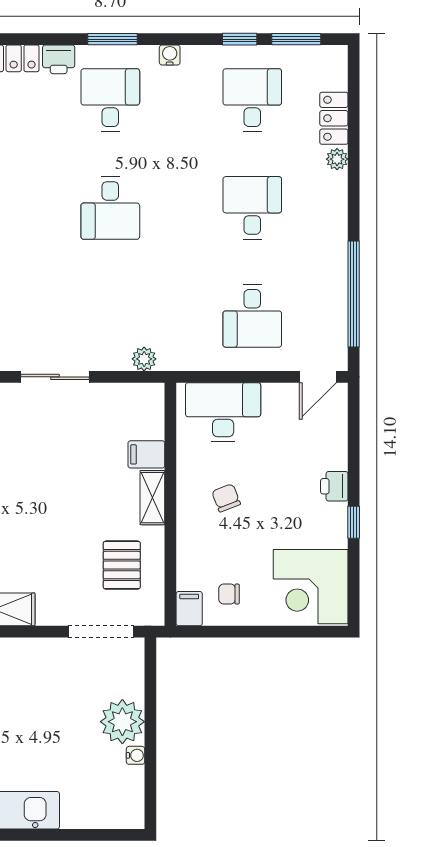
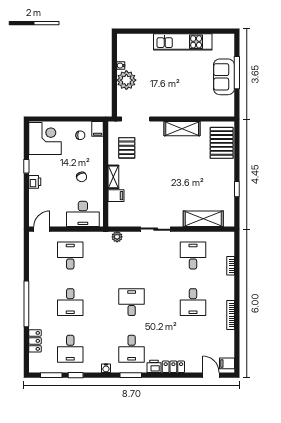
plant: (337, 159) -> (34, 323), removed
window: (354, 294) -> (26, 304), moved

